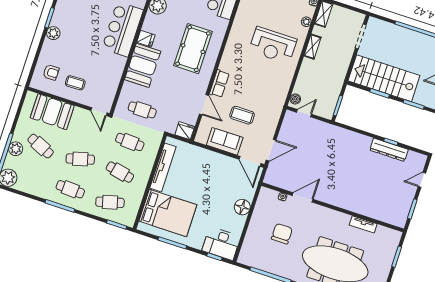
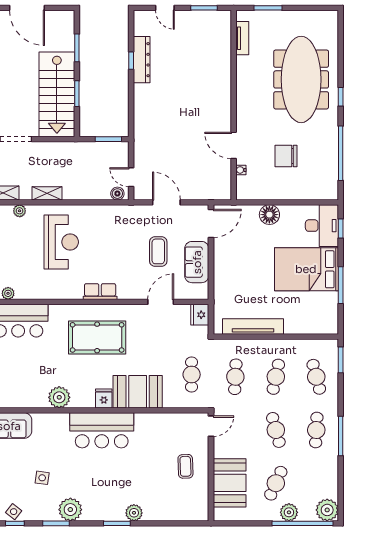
armchair: (51, 72) -> (182, 500), removed
row of seats: (219, 84) -> (100, 292), moved
door: (271, 150) -> (166, 202), moved
bed: (168, 213) -> (306, 269), moved, turned -90
tv unit: (363, 224) -> (242, 38), moved

